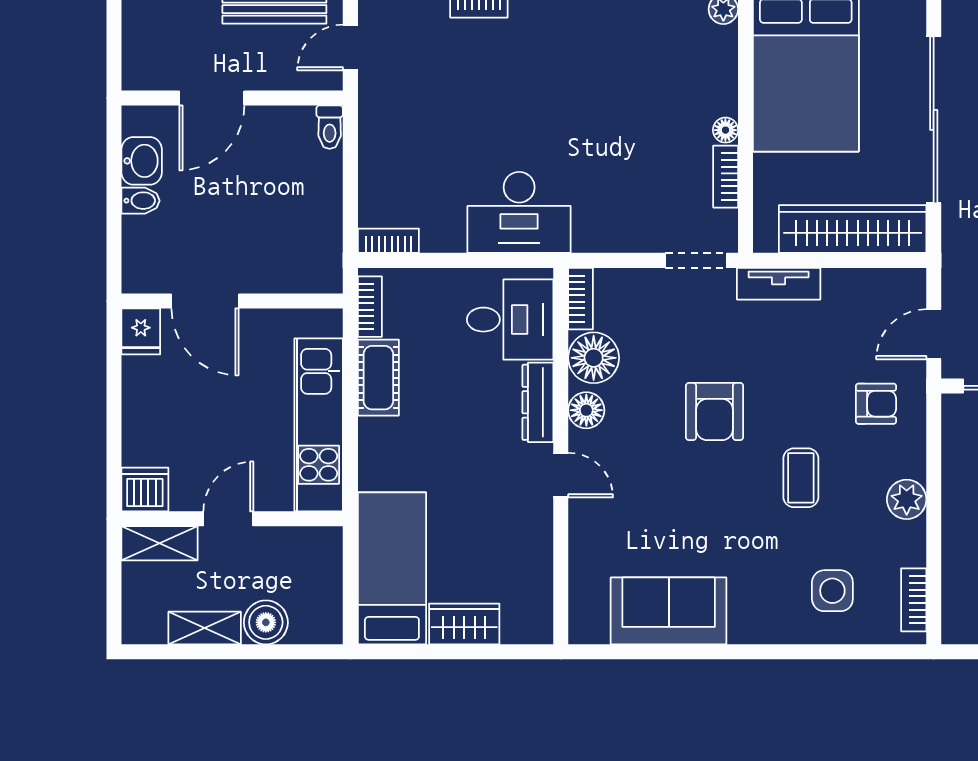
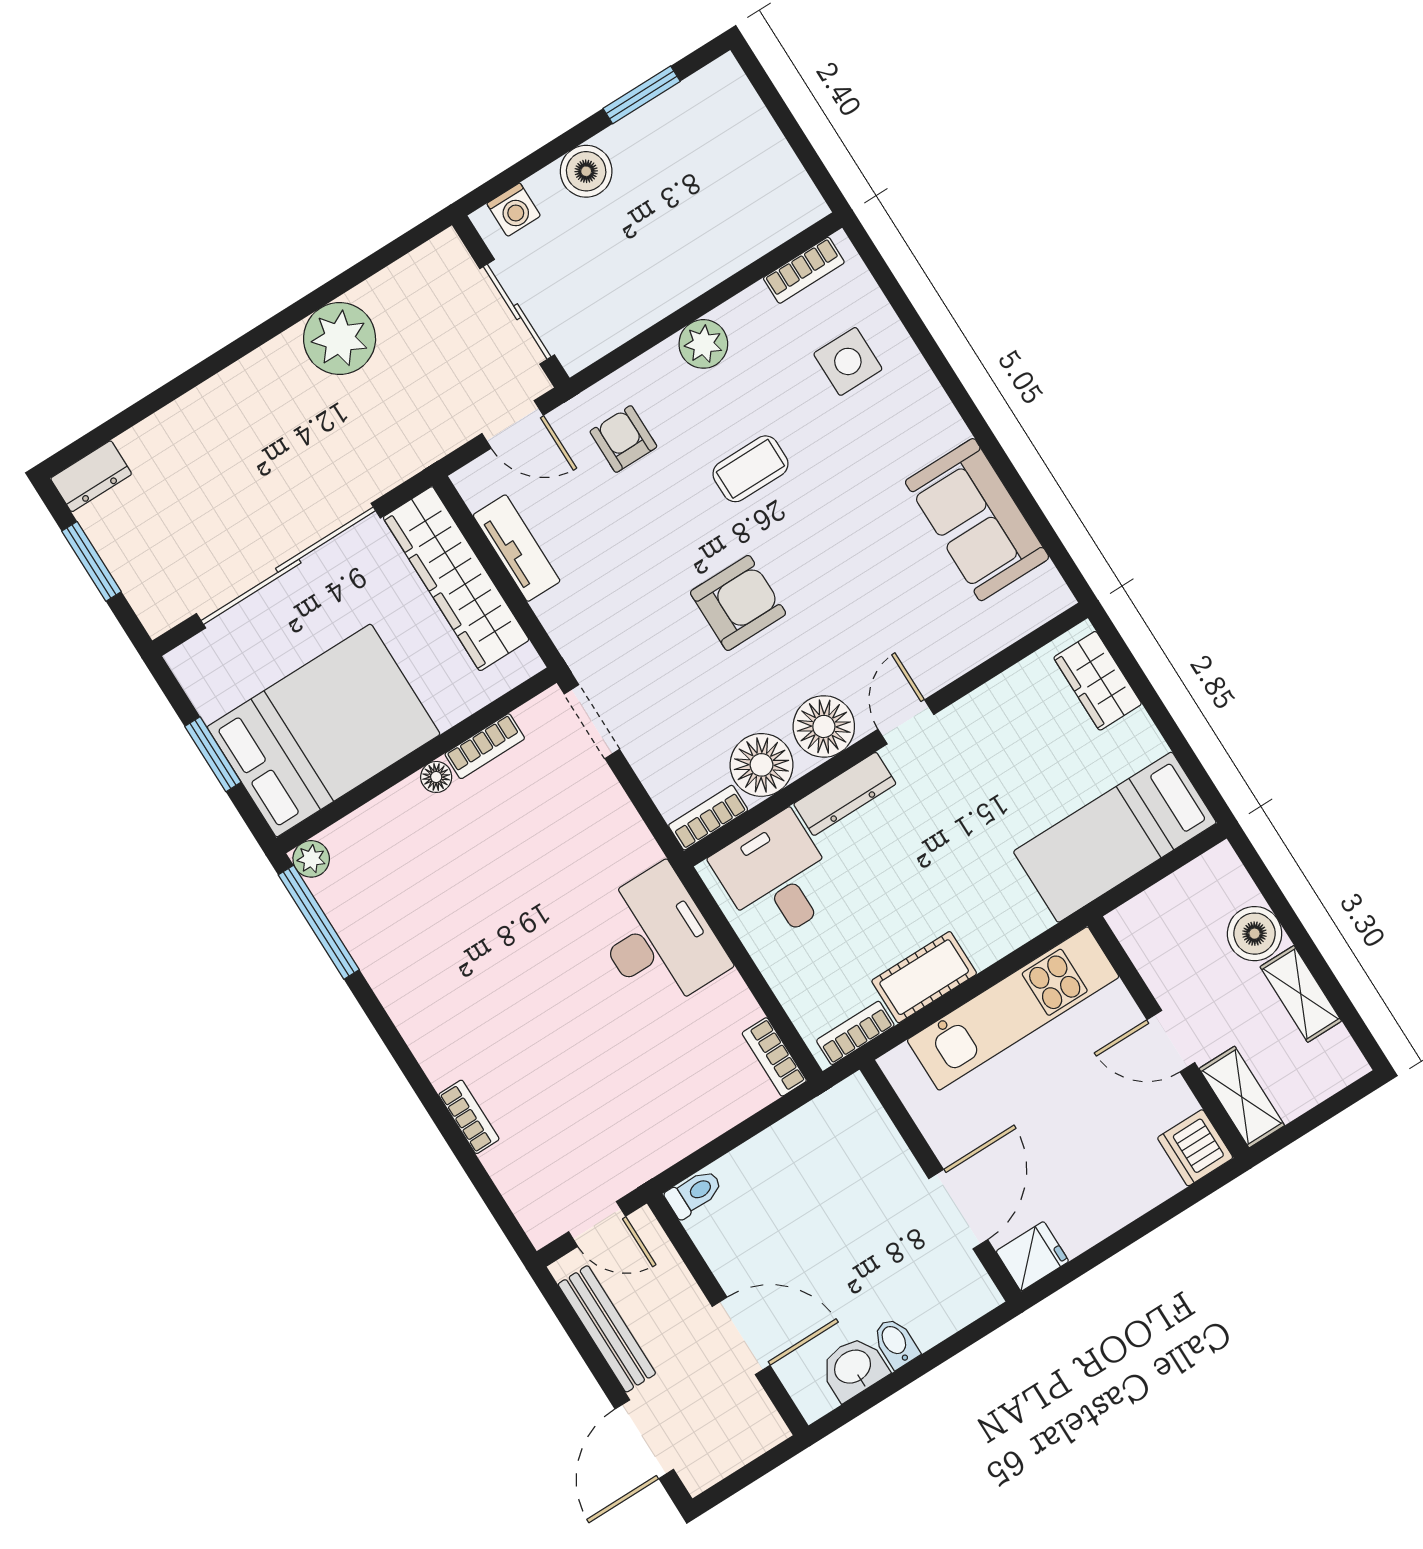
tv unit: (779, 284) -> (517, 548), moved
floor lamp: (586, 410) -> (824, 726), width x1.38, depth x1.38
wardrobe: (464, 624) -> (1098, 681), moved

